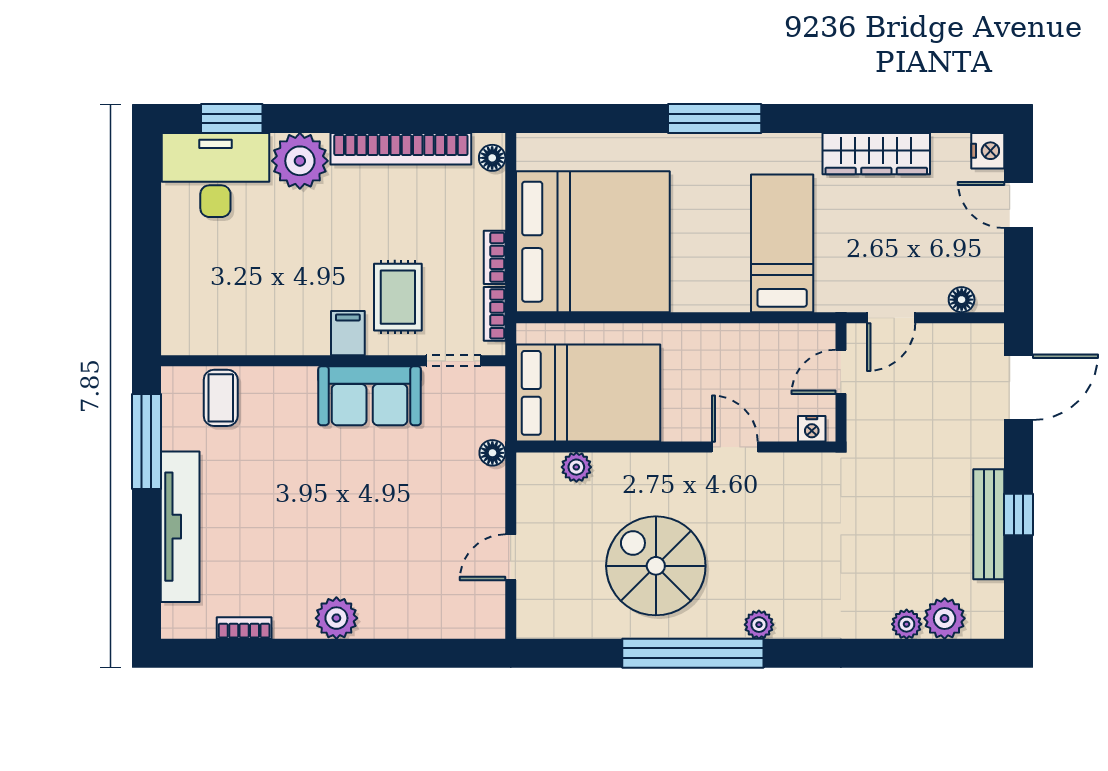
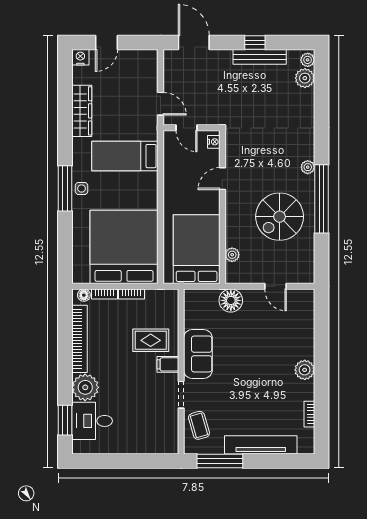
side table: (714, 153) -> (82, 188), added
desk: (215, 175) -> (92, 421), width x0.73
floor lamp: (962, 300) -> (152, 70), removed
bookcase: (495, 314) -> (104, 294), moved
doorway: (454, 361) -> (181, 395), moved
coffee table: (221, 398) -> (199, 425), turned 74
floor lamp: (492, 453) -> (231, 300), width x1.89, depth x1.89
plant: (907, 624) -> (308, 60), moved

